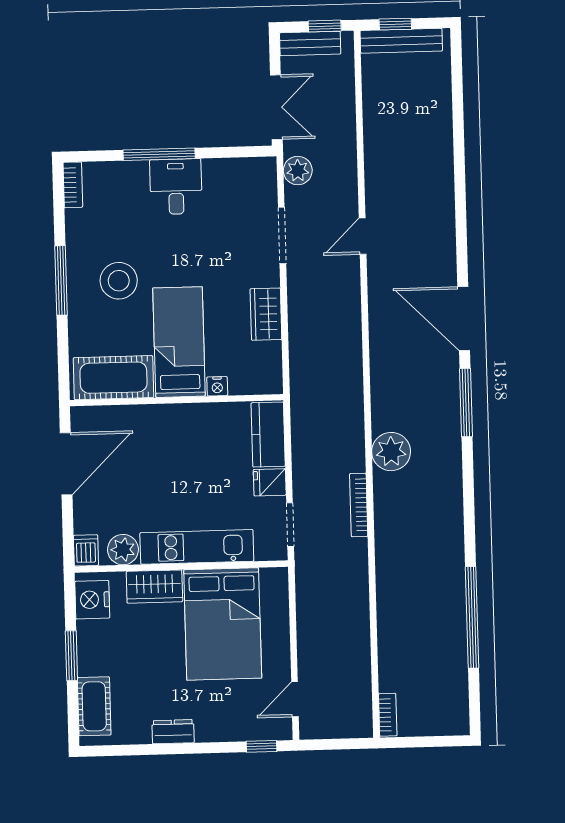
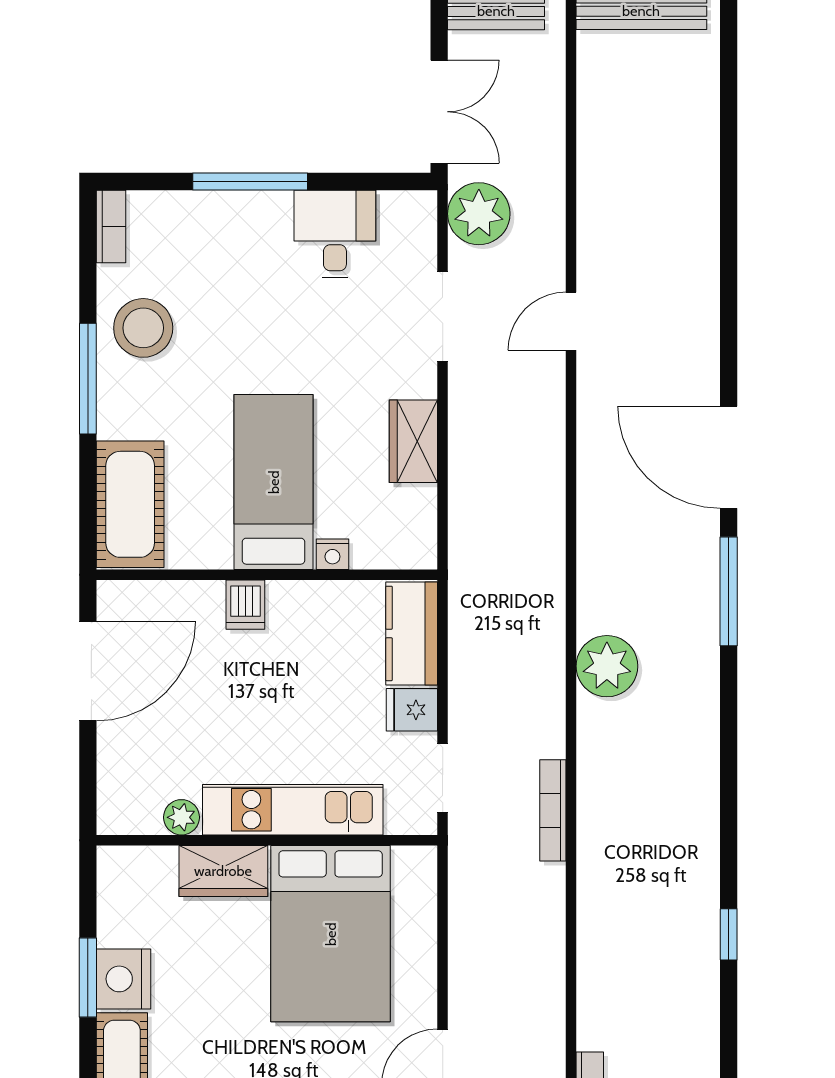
plant: (298, 171) -> (479, 214), width x1.36, depth x1.36
desk: (176, 187) -> (335, 234), moved
stool: (119, 281) -> (143, 328), moved
cot: (114, 378) -> (130, 504), moved, turned 90
bookcase: (359, 505) -> (553, 810), moved
dishwasher: (86, 550) -> (245, 605), moved, turned 180
plant: (123, 550) -> (181, 817), width x0.73, depth x0.73
nightstand: (92, 600) -> (124, 979), moved
window: (472, 617) -> (729, 934), width x0.32

